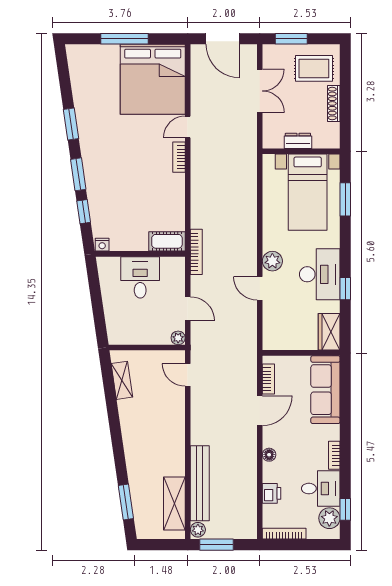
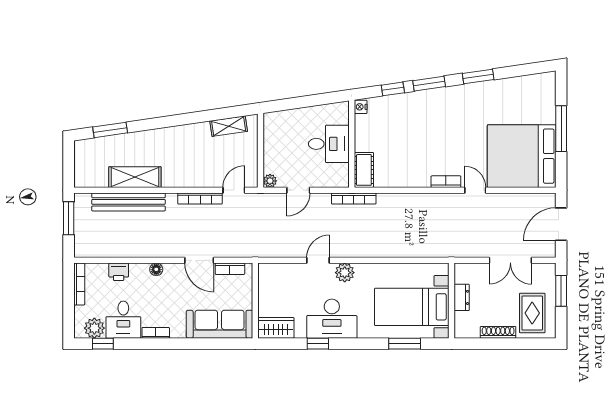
bookcase: (196, 410) -> (200, 198), added
shelving: (174, 503) -> (135, 177), moved
plant: (198, 530) -> (83, 200), removed

